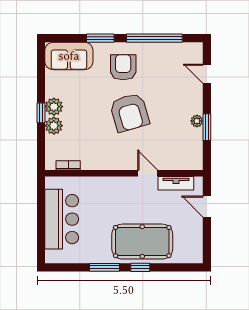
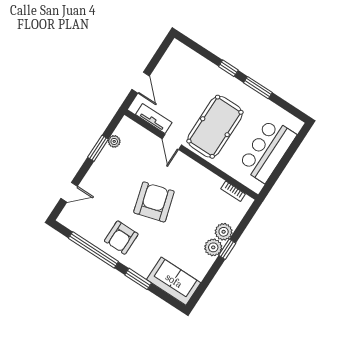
armchair: (123, 67) -> (121, 238), moved
door: (207, 74) -> (69, 192), hinge flipped
plant: (197, 121) -> (114, 141), moved
pool table: (142, 242) -> (215, 127), moved, turned 90

